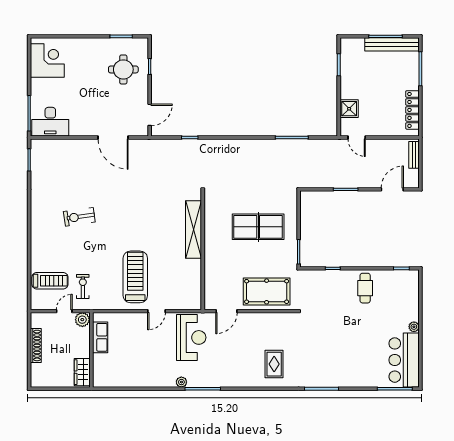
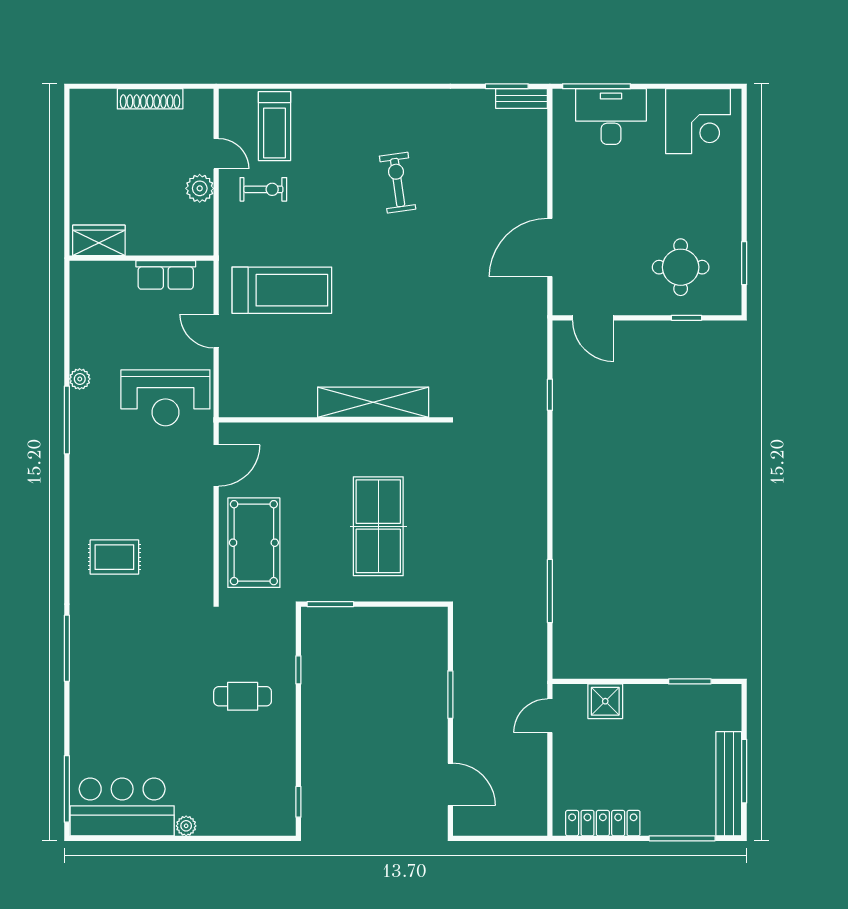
desk: (50, 122) -> (611, 117), moved, turned 90
bench: (414, 155) -> (522, 99), moved
cafe table: (365, 288) -> (243, 696), moved
door: (226, 311) -> (216, 466), swing flipped
row of seats: (100, 337) -> (166, 275), moved
wall: (91, 350) -> (142, 258), moved
wardrobe: (82, 372) -> (99, 240), moved

